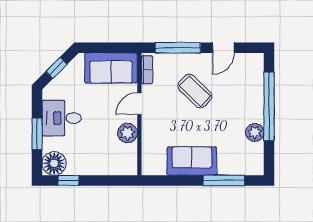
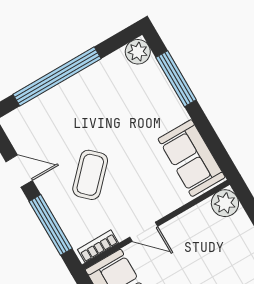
plant: (127, 133) -> (225, 203), moved
plant: (255, 133) -> (138, 52), moved
sofa: (192, 161) -> (192, 158), moved

